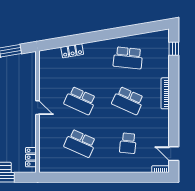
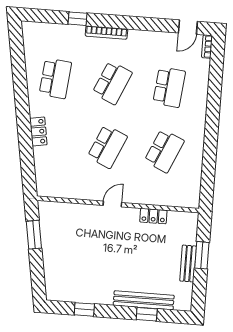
window: (174, 49) -> (78, 19), moved
locker: (72, 51) -> (38, 131), moved
school desk: (128, 143) -> (169, 87), width x1.85
locker: (31, 157) -> (153, 216), moved

